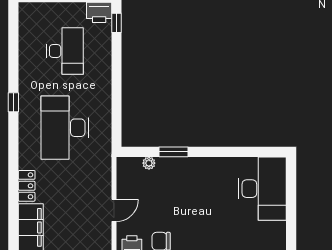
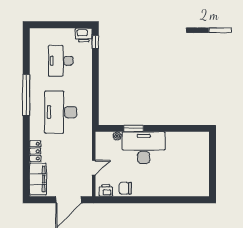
desk: (65, 51) -> (61, 61), turned 180
window: (13, 102) -> (26, 95), width x3.17
desk: (262, 189) -> (144, 148), moved, turned -90

